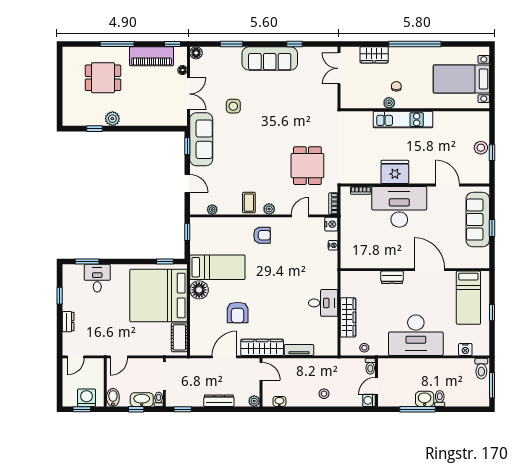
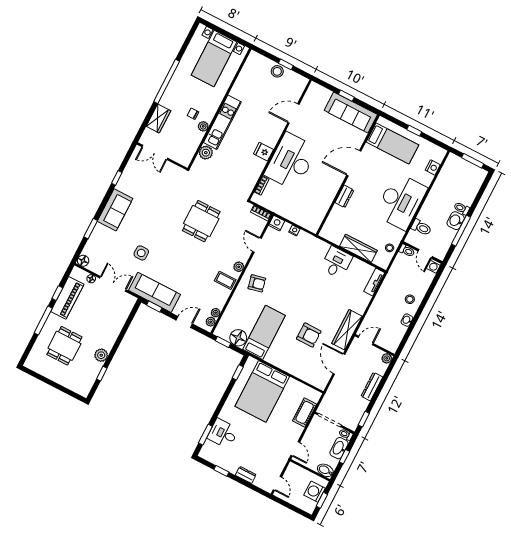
window: (172, 44) -> (57, 293), moved
sofa: (270, 58) -> (115, 210), width x0.73
plant: (365, 119) -> (206, 153), added
dining table: (307, 166) -> (201, 221), moved, turned 90
fridge: (395, 172) -> (263, 152), width x0.53, depth x0.75
plant: (201, 209) -> (211, 322), added
sofa: (478, 220) -> (351, 112), moved
armchair: (262, 235) -> (257, 283), turned 77
floor lamp: (199, 290) -> (238, 338), moved
bed: (159, 295) -> (262, 391), width x0.73
cot: (179, 337) -> (305, 412), moved, turned 90
tv unit: (299, 350) -> (374, 282), moved
toilet: (481, 369) -> (421, 227), moved
washbasin: (279, 401) -> (407, 320), moved

